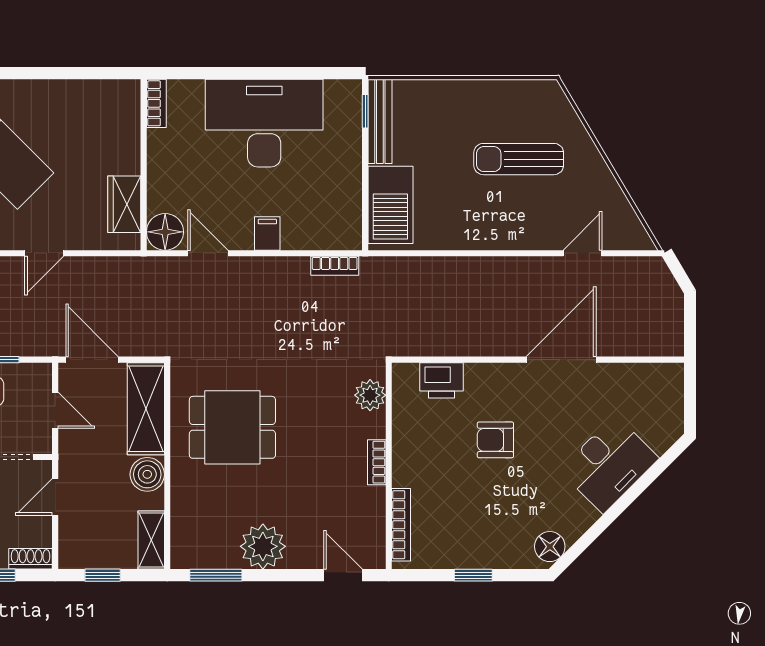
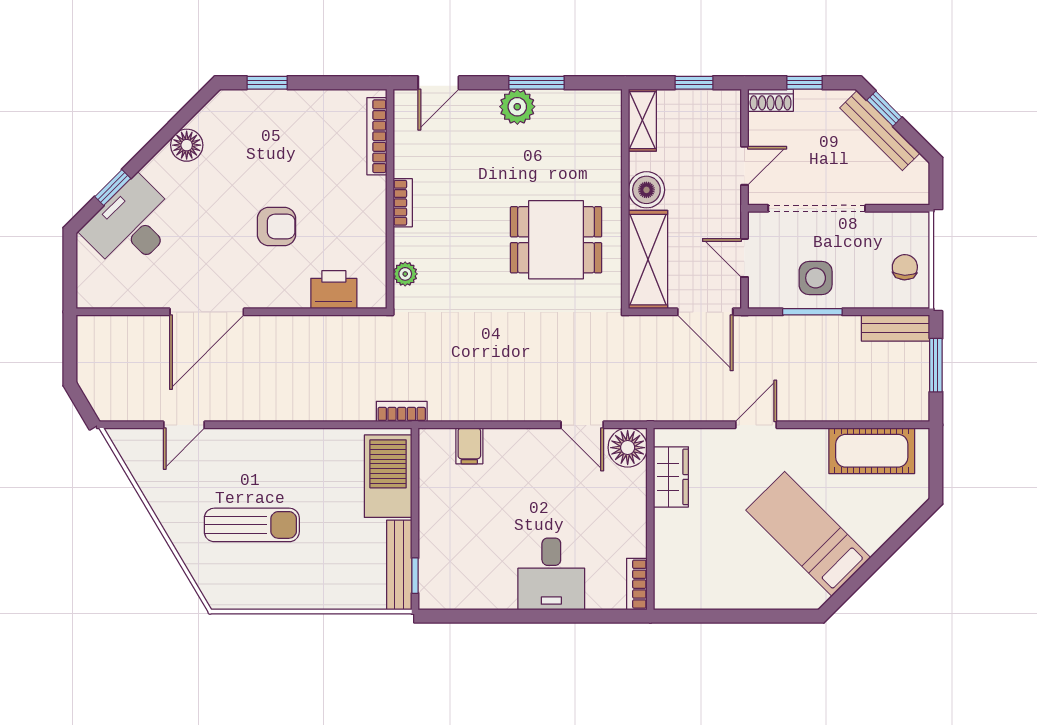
desk: (264, 123) -> (551, 574), width x0.53, depth x0.77
filing cabinet: (267, 233) -> (469, 446), moved
bookcase: (335, 266) -> (402, 412), moved
plant: (370, 395) -> (405, 274), width x0.73, depth x0.73
desk: (609, 464) -> (131, 225), moved
window: (650, 477) -> (113, 187), added
plant: (263, 546) -> (517, 107), width x0.73, depth x0.73
floor lamp: (550, 547) -> (187, 145), moved
window: (216, 575) -> (536, 83), moved
door: (343, 575) -> (438, 83), hinge flipped
window: (473, 575) -> (267, 83), moved

